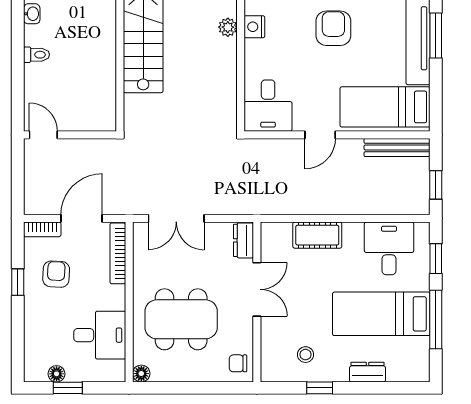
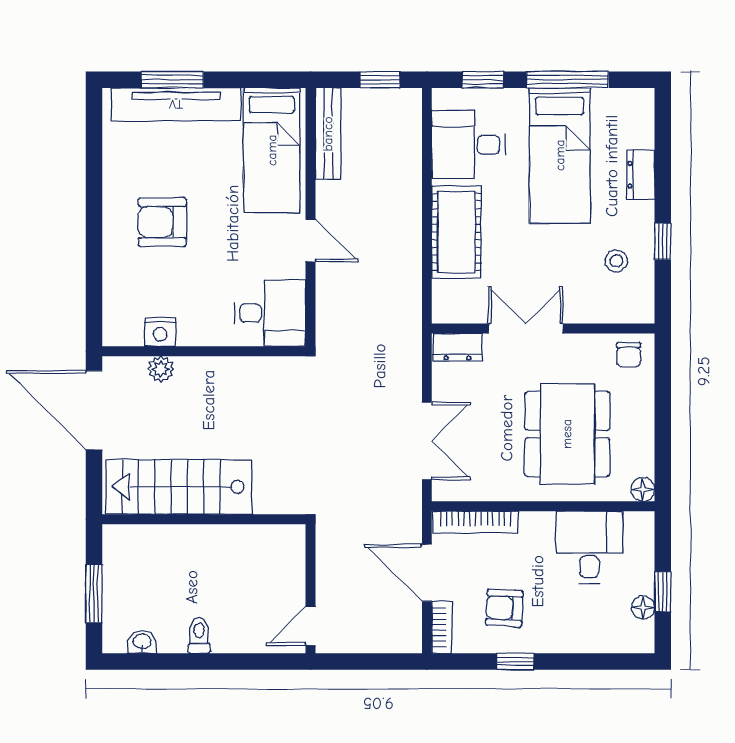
cot: (317, 235) -> (456, 232), width x1.37, depth x1.34

